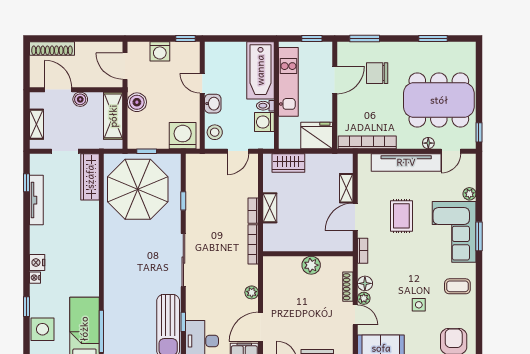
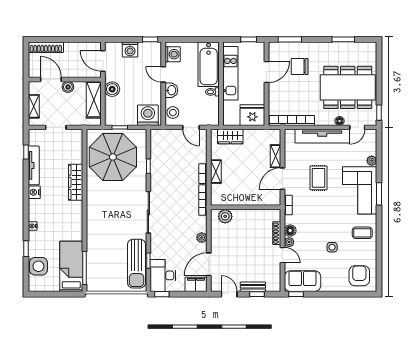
washing machine: (264, 122) -> (173, 54), moved, turned 180
door: (238, 151) -> (191, 127), hinge flipped
wardrobe: (90, 177) -> (76, 182), moved
nightstand: (37, 263) -> (34, 192), moved
plant: (311, 265) -> (225, 216), moved

